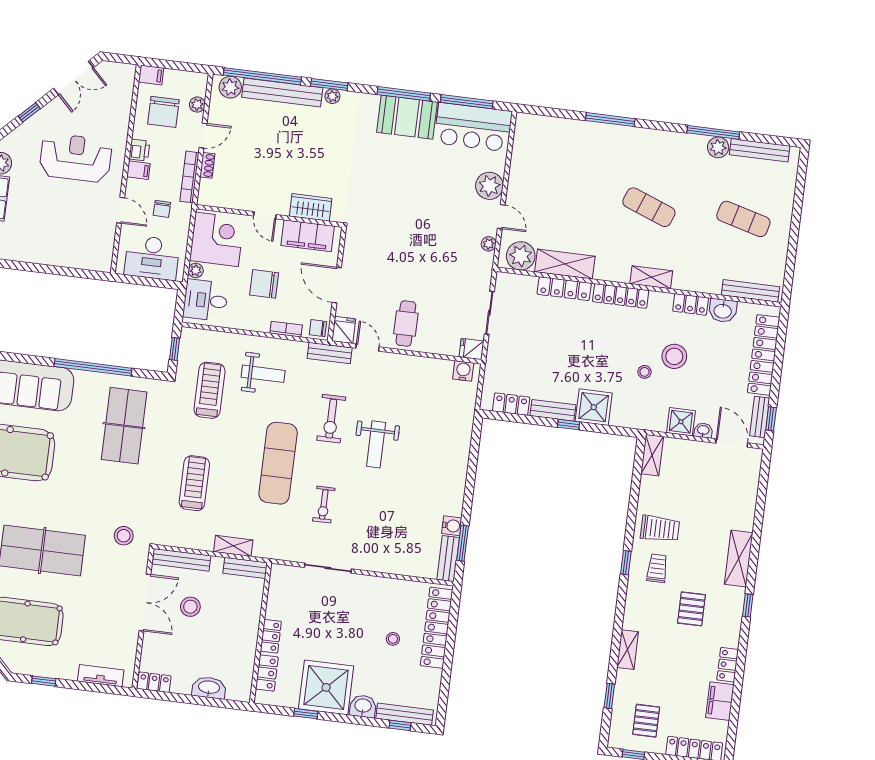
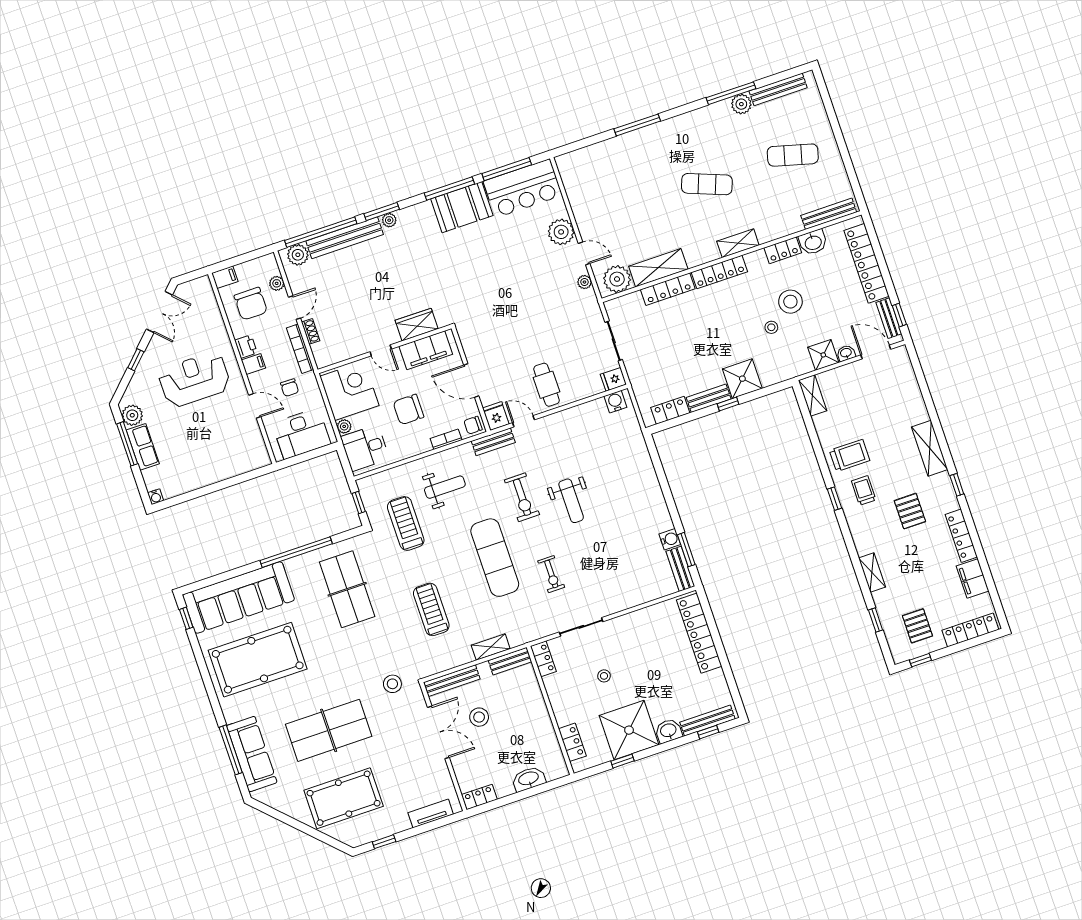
locker: (271, 636) -> (543, 659), moved
stool: (393, 639) -> (604, 676), moved
locker: (728, 665) -> (961, 536), width x1.53

